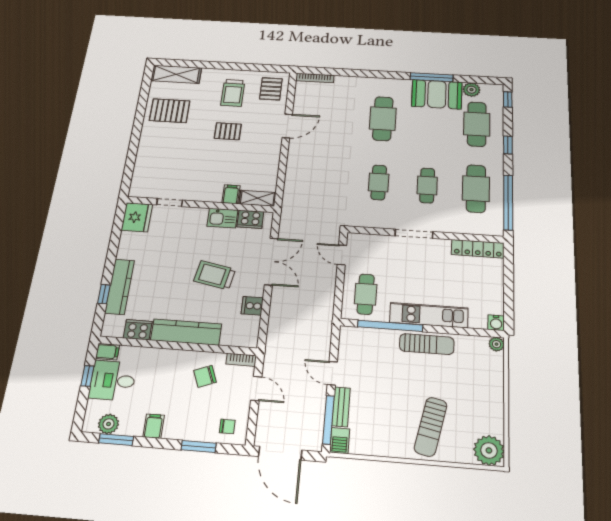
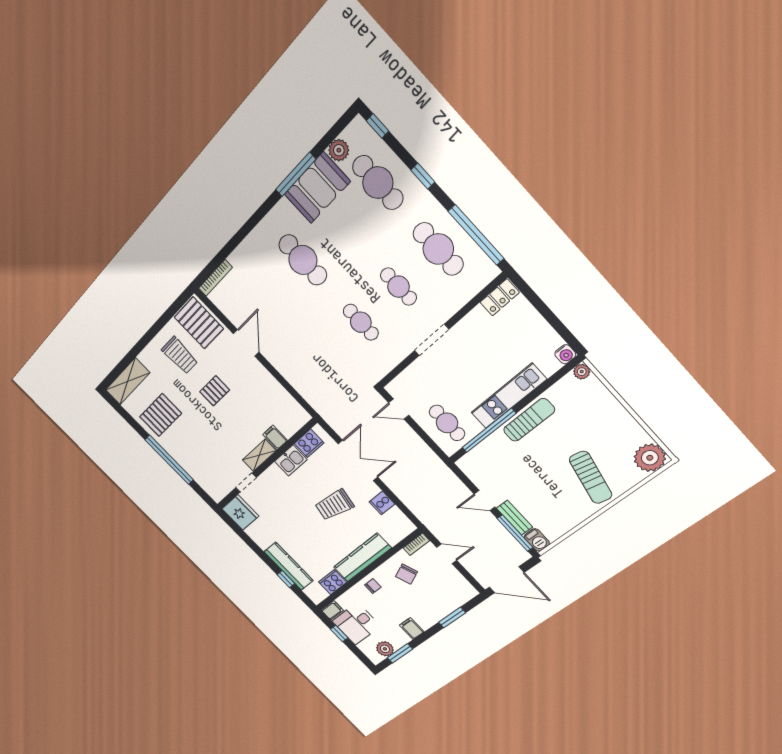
pallet: (271, 89) -> (199, 323), width x1.50, depth x1.42
window: (135, 140) -> (169, 460), added
shelving: (257, 198) -> (259, 455), moved
locker: (478, 249) -> (500, 297), width x0.66
chair: (227, 426) -> (373, 586), moved

